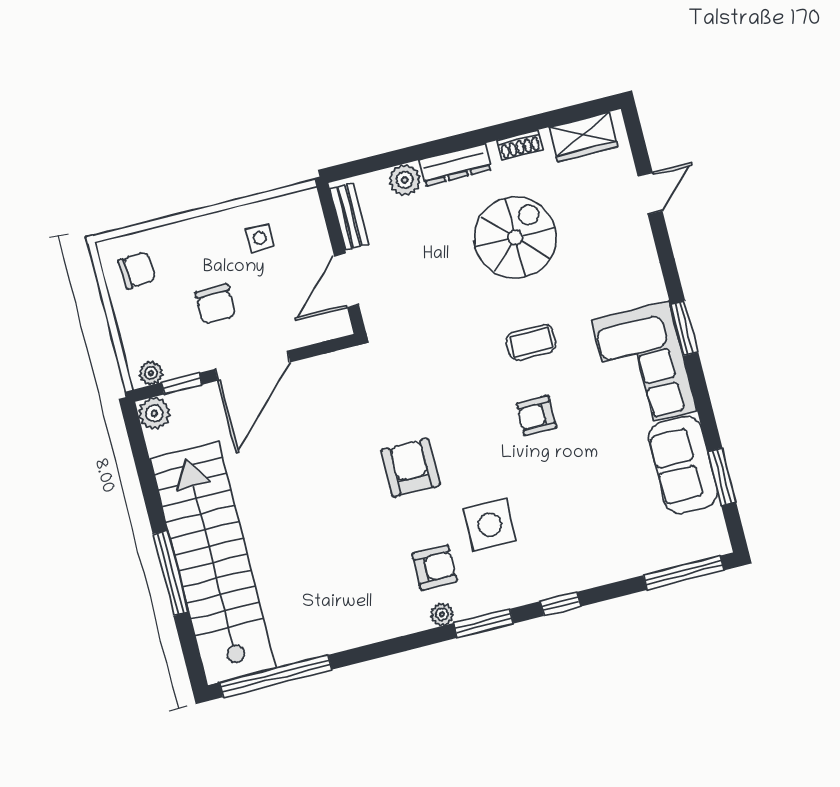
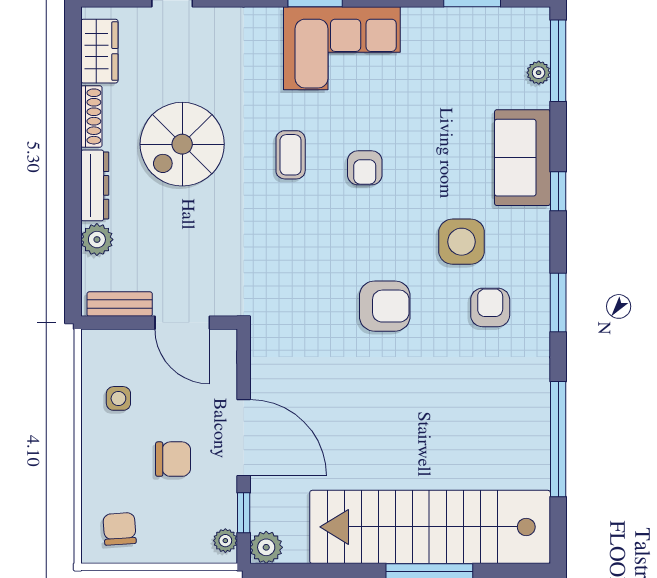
shoe rack: (520, 145) -> (91, 116), width x1.43
spiral stairs: (515, 237) -> (182, 144), turned -90
sofa: (683, 465) -> (522, 158), moved, turned 90
armchair: (411, 468) -> (385, 306), turned 180
plant: (442, 614) -> (539, 73), moved
window: (484, 623) -> (558, 302), moved
window: (276, 676) -> (558, 439), moved

